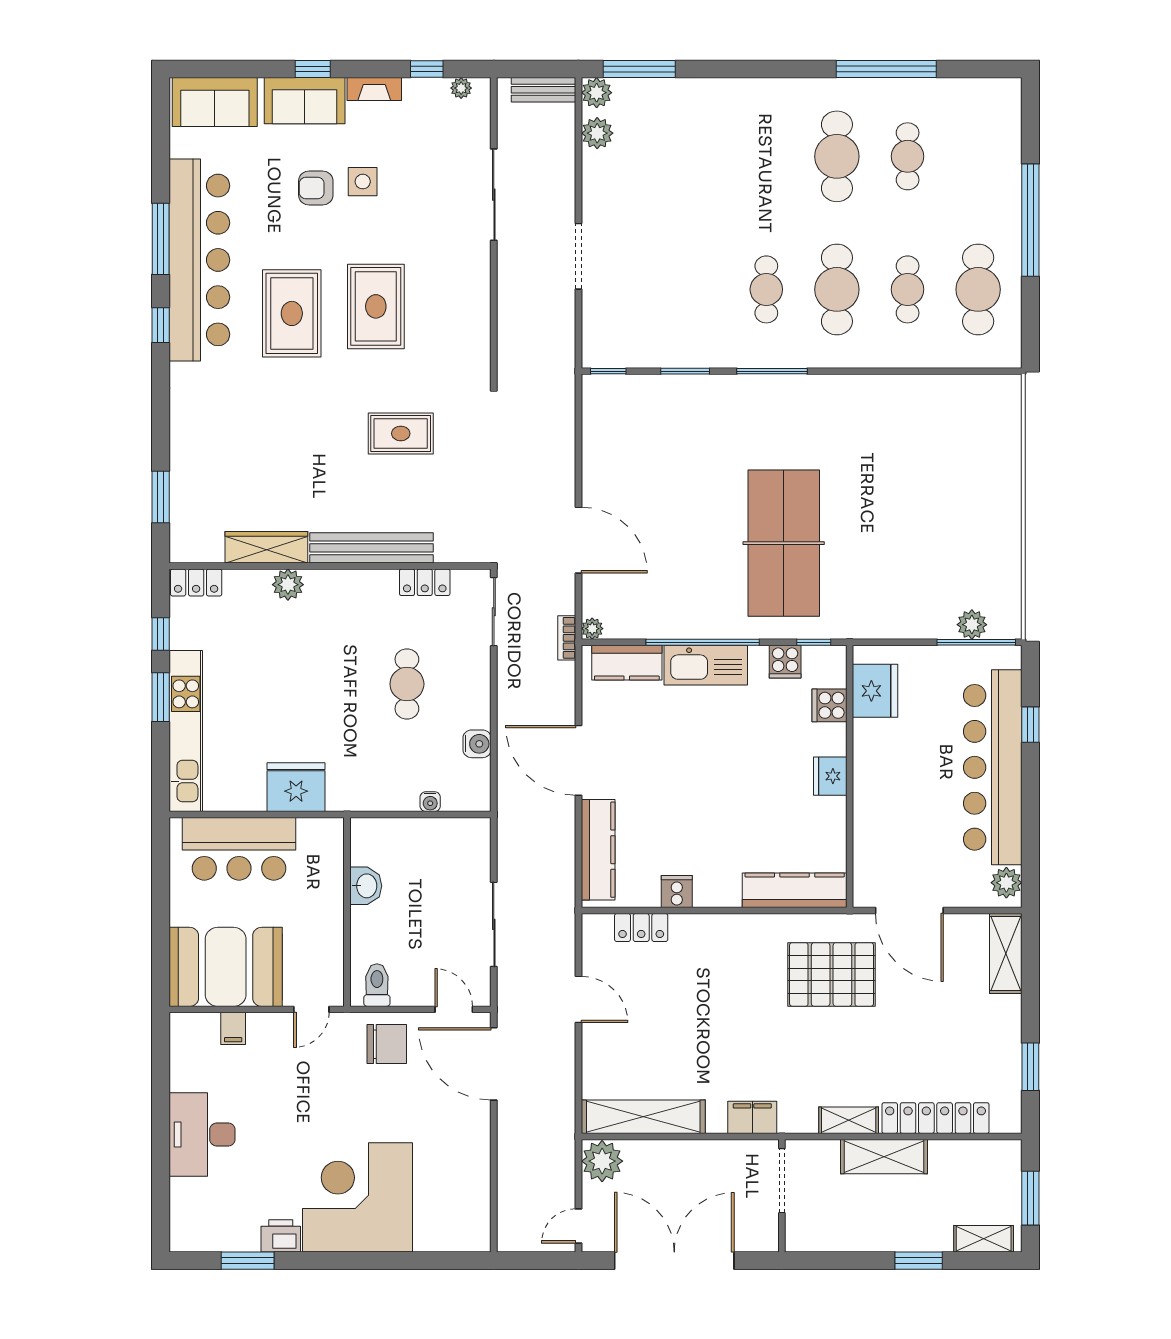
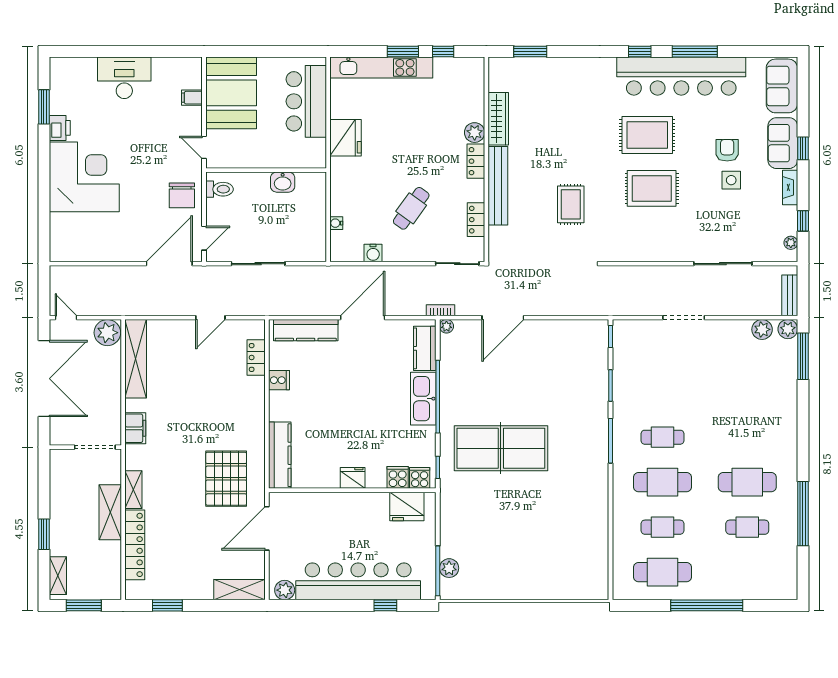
locker: (196, 582) -> (476, 161), moved
cooker: (785, 662) -> (420, 478), moved, turned 90
cafe table: (407, 684) -> (411, 208), turned -54

